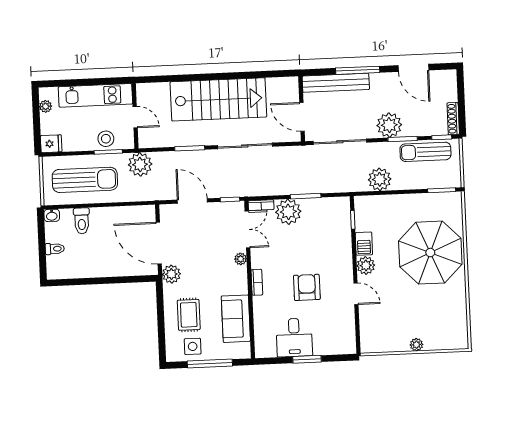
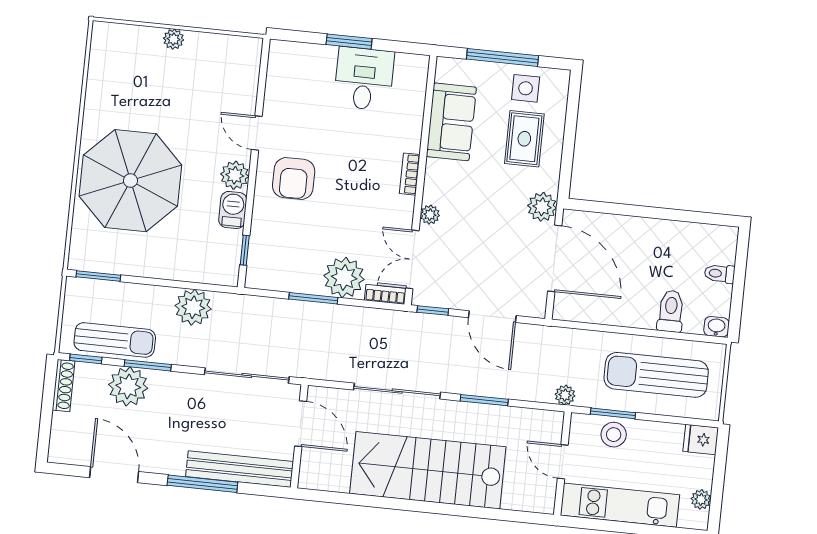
plant: (389, 125) -> (128, 386), moved
plant: (140, 164) -> (565, 395), width x0.53, depth x0.53
armchair: (307, 287) -> (294, 179), moved

